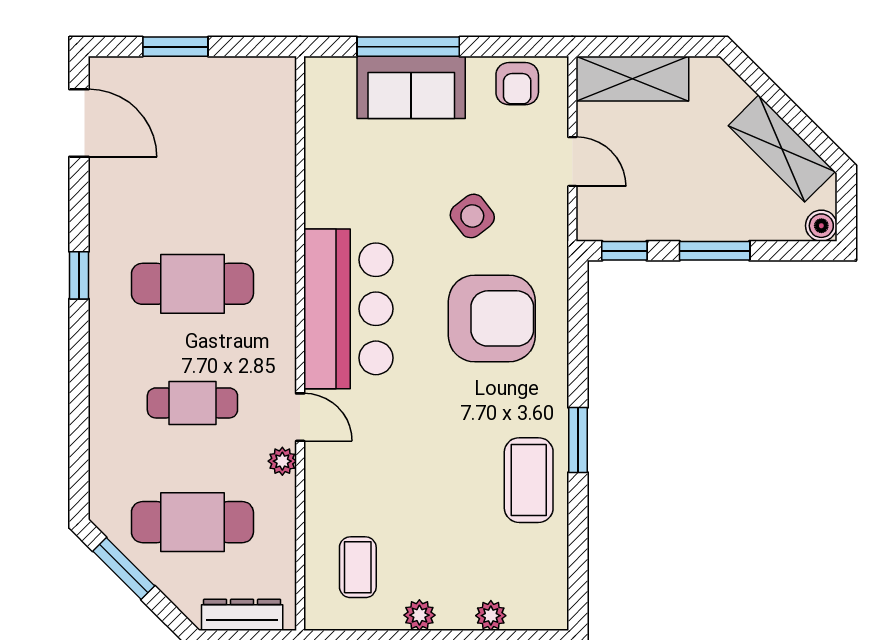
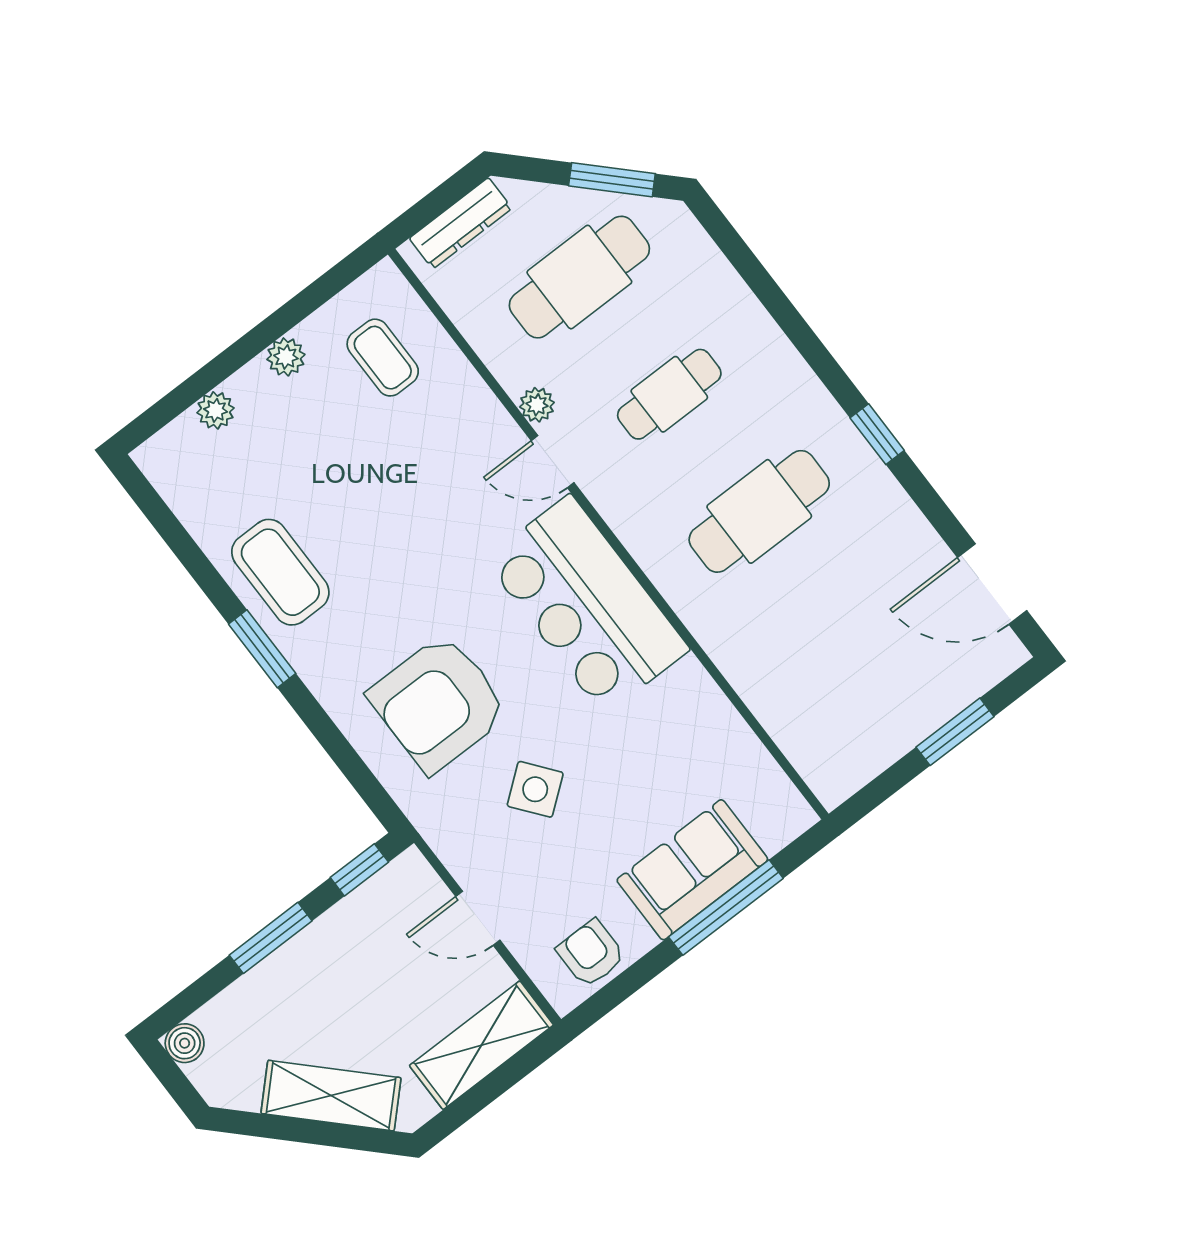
shelving: (782, 149) -> (331, 1096), moved

